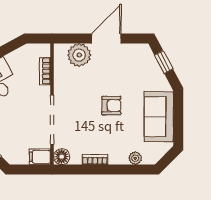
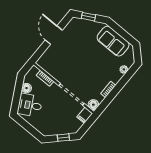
plant: (79, 55) -> (51, 55), removed
floor lamp: (14, 59) -> (27, 88), added
armchair: (111, 106) -> (89, 60), removed

